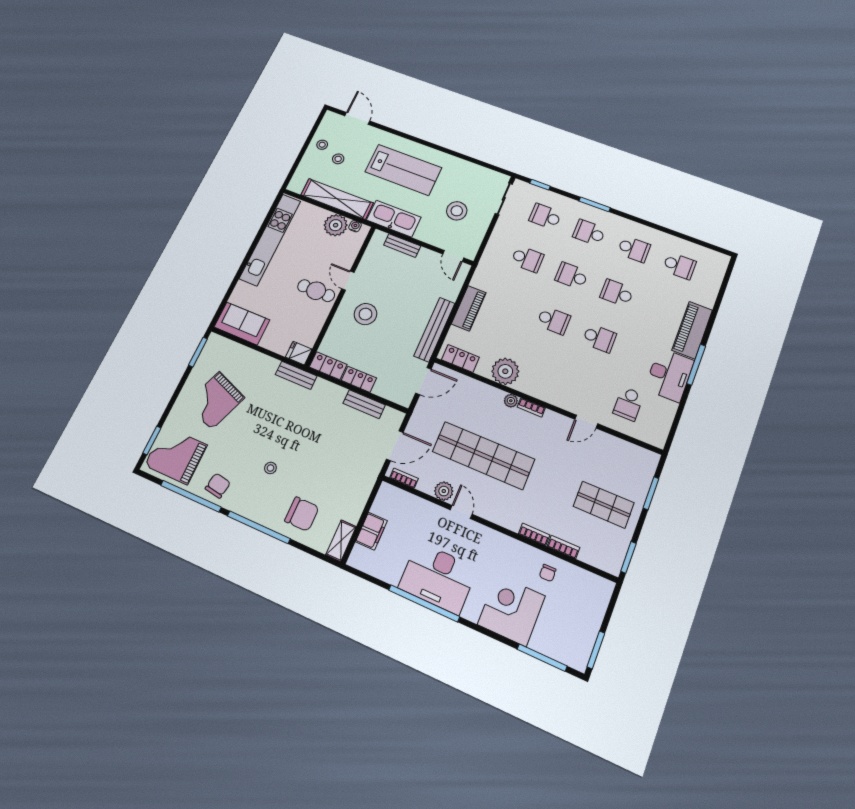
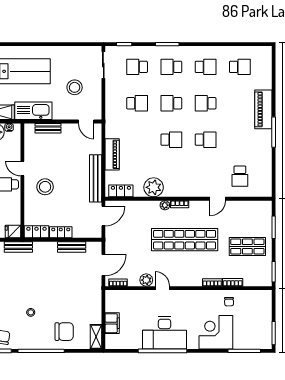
desk: (669, 375) -> (259, 146), removed
shop shelf: (483, 455) -> (185, 240), moved

